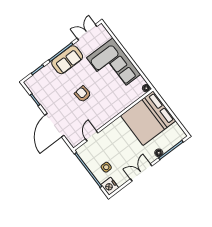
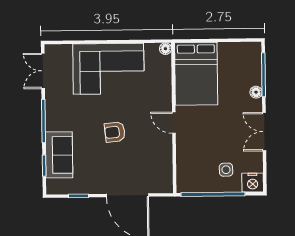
sofa: (67, 60) -> (59, 155), moved
bed: (148, 118) -> (196, 74), width x0.73
door: (92, 136) -> (174, 123), moved

